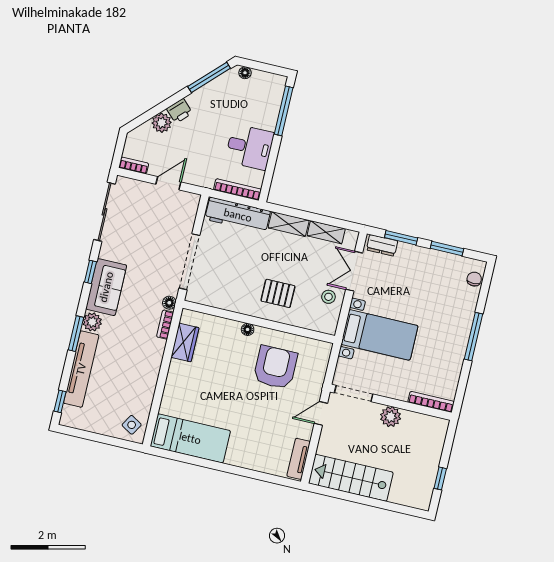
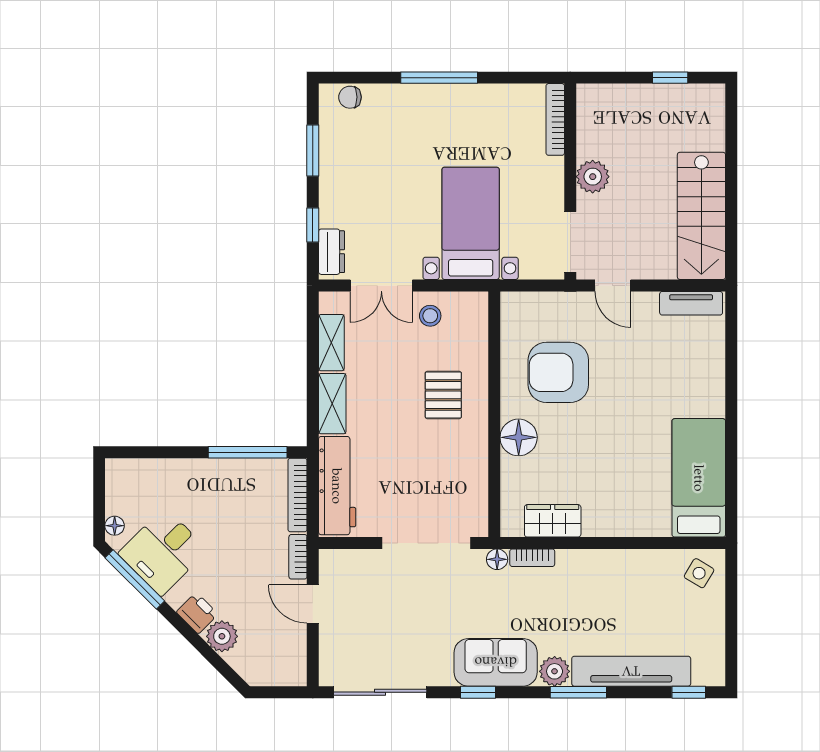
window: (284, 111) -> (248, 452), moved
desk: (250, 147) -> (163, 552), moved, turned -135
bookcase: (134, 165) -> (298, 557), moved
window: (401, 238) -> (313, 225), width x0.67
floor lamp: (248, 329) -> (519, 437), width x1.89, depth x1.89

